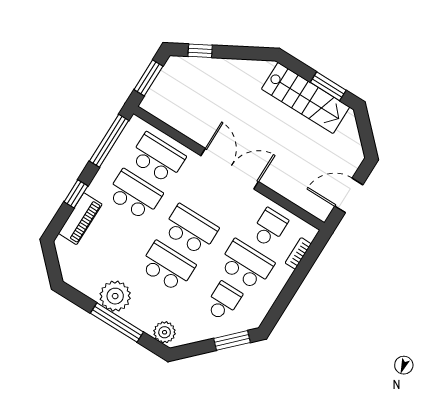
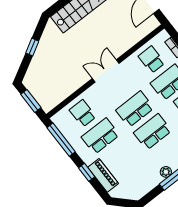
window: (200, 51) -> (32, 47), moved
school desk: (158, 158) -> (83, 113), width x0.54
double door: (230, 169) -> (106, 71), width x0.73
plant: (115, 296) -> (166, 172), width x0.53, depth x0.53

